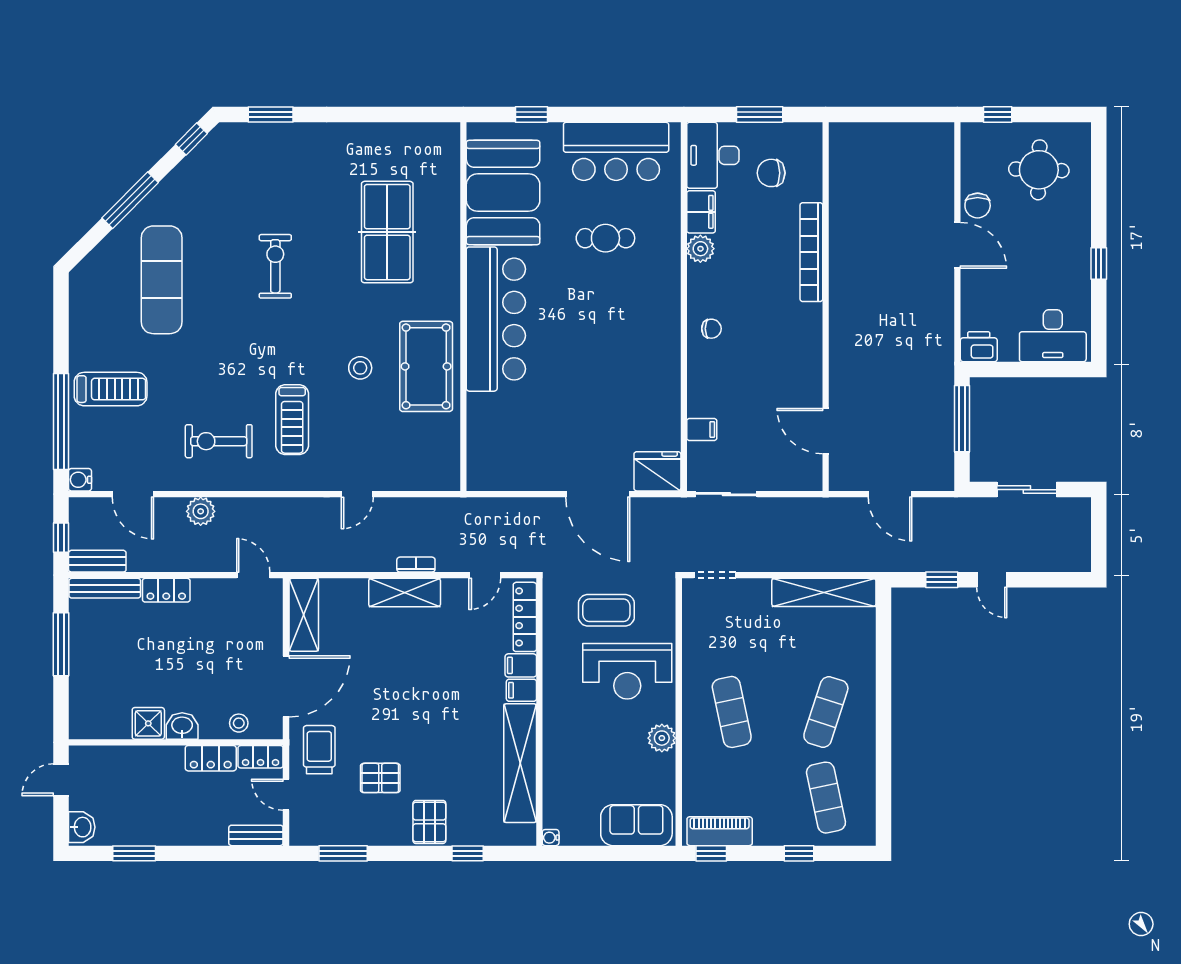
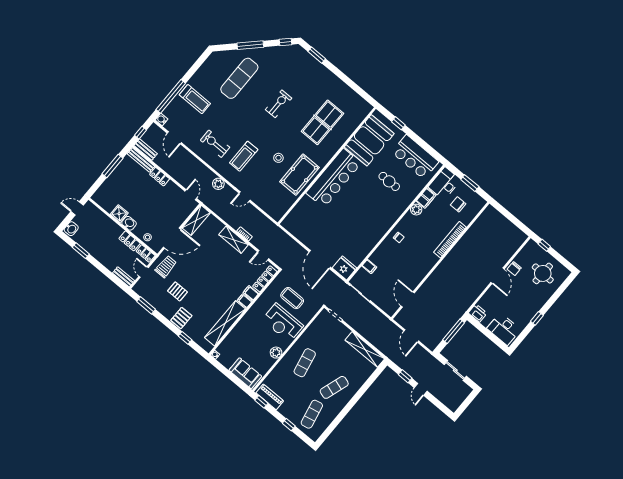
plant: (201, 511) -> (218, 184), moved

